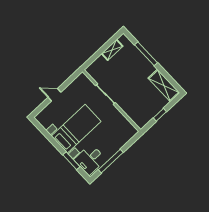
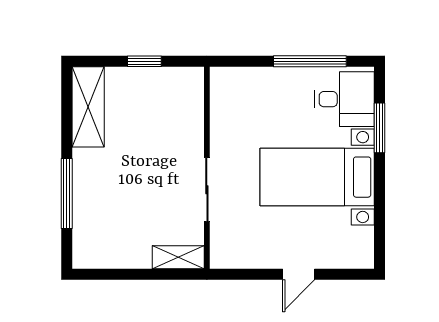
shelving: (112, 50) -> (178, 257), moved
door: (54, 95) -> (299, 274), hinge flipped

